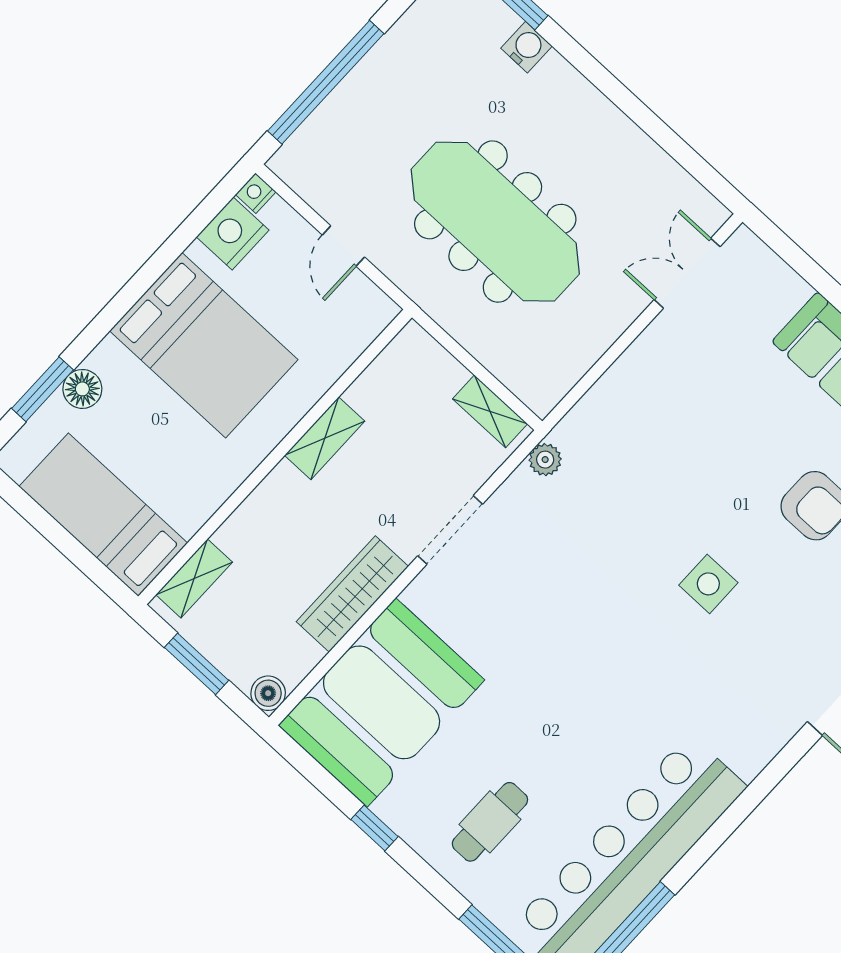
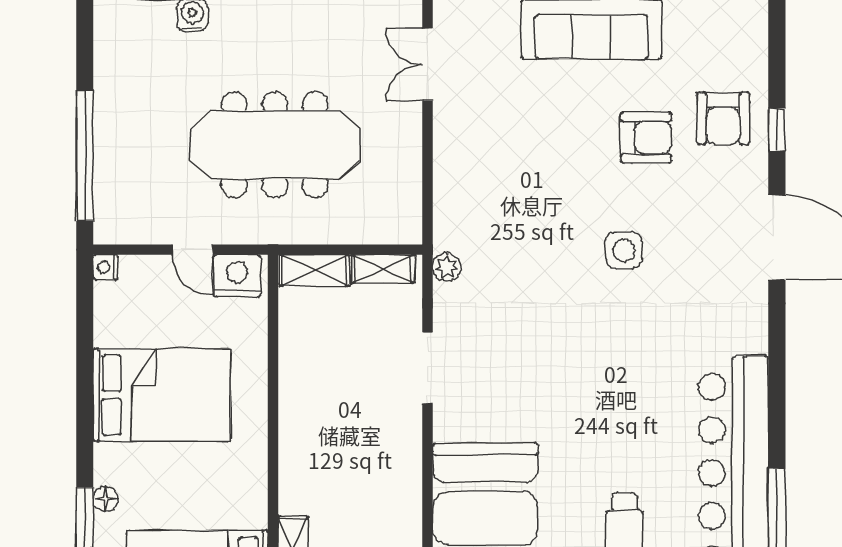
nightstand: (233, 234) -> (237, 276), moved, turned 90
floor lamp: (82, 389) -> (106, 499), width x0.73, depth x0.73
shelving: (325, 438) -> (314, 270), moved, turned 90
wardrobe: (352, 594) -> (403, 466), removed

